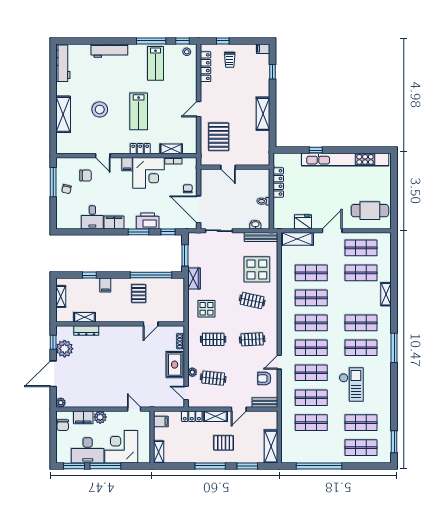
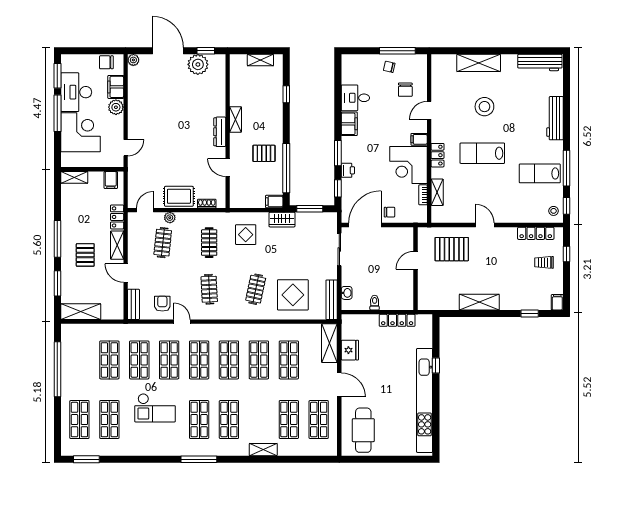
printer: (148, 221) -> (348, 170), width x0.53, depth x0.68
filing cabinet: (105, 285) -> (274, 202), moved
shelving: (85, 317) -> (235, 119), moved
dresser: (86, 330) -> (220, 132), moved

